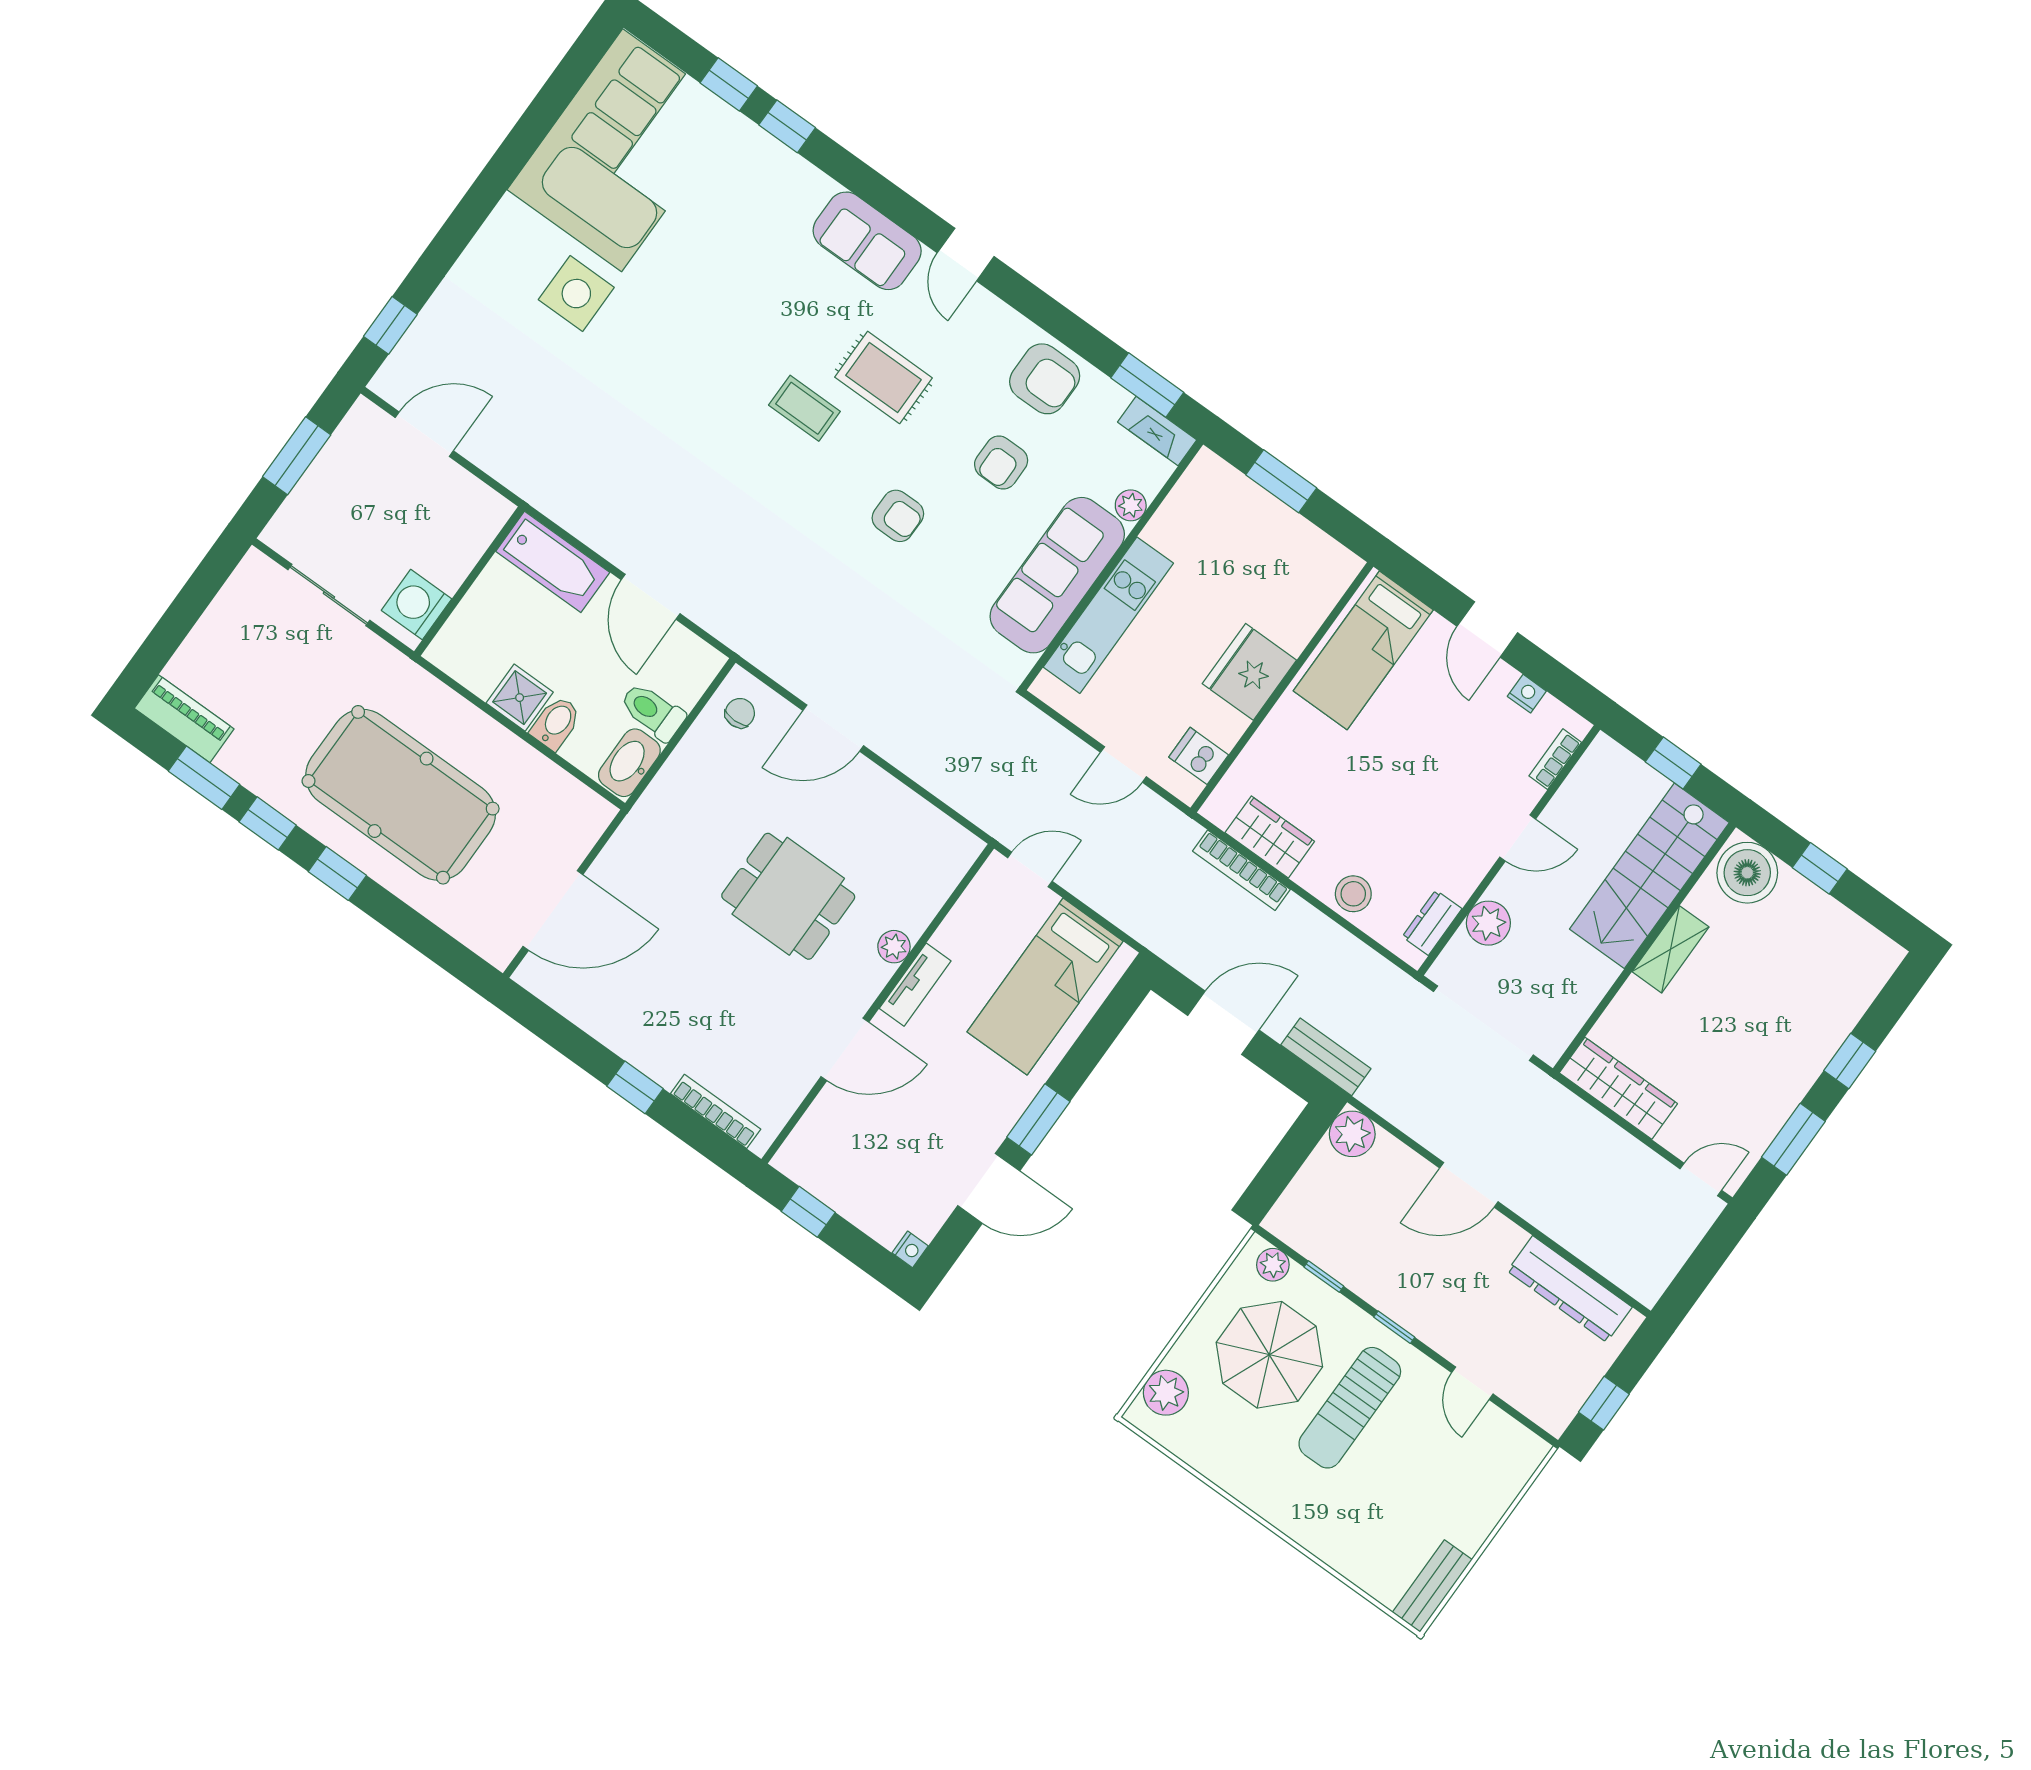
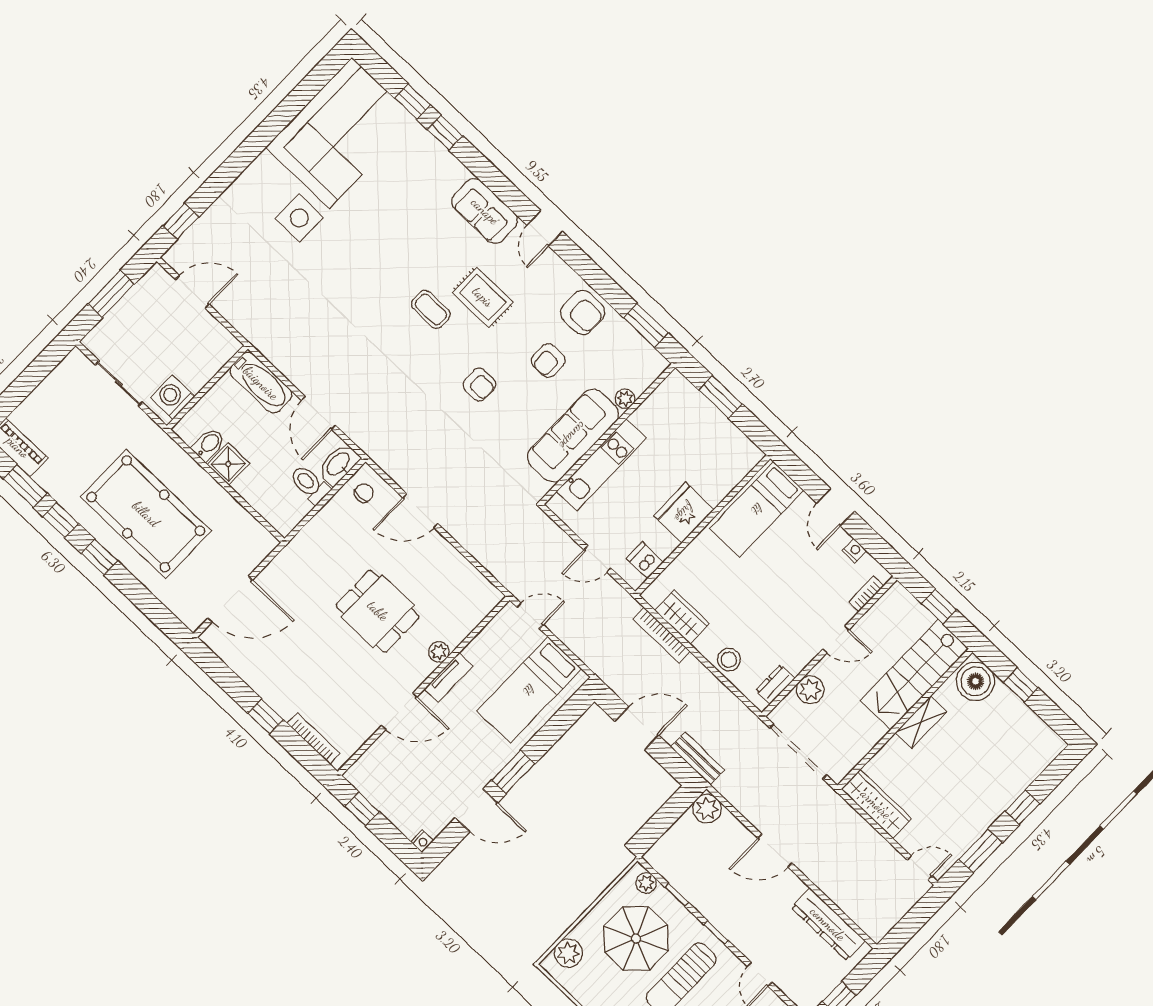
fireplace: (1157, 431) -> (648, 355), removed
bidet: (556, 723) -> (208, 444), moved
washbasin: (629, 763) -> (339, 464), moved

